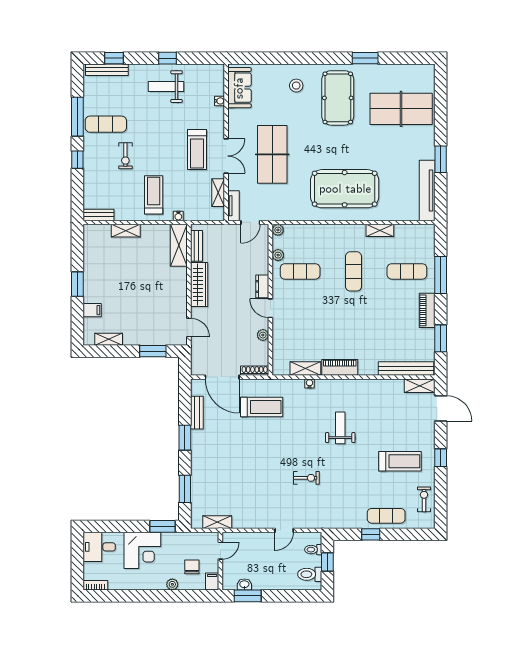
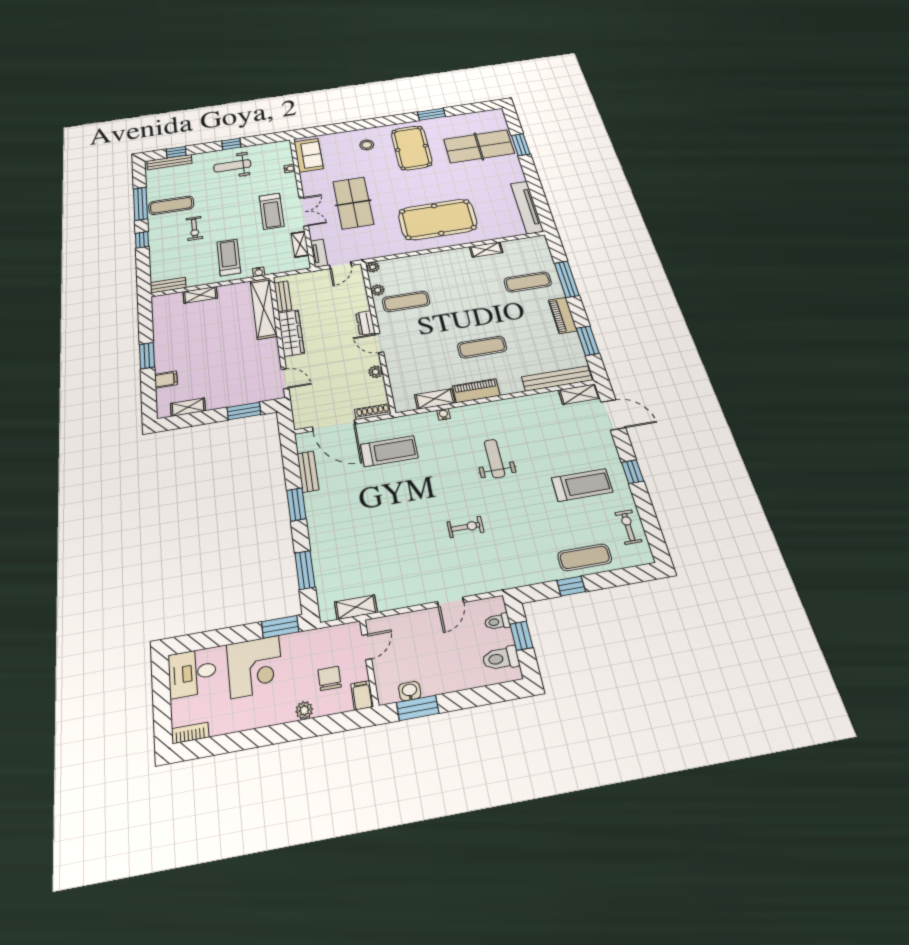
window: (441, 159) -> (521, 145), moved
shelving: (179, 245) -> (264, 308), width x1.47
exercise mat: (354, 271) -> (482, 347), moved, turned 90

